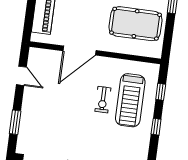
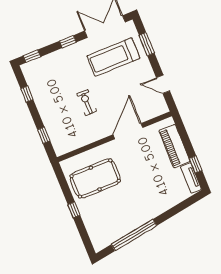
treadmill: (130, 100) -> (113, 57), moved, turned -90
window: (156, 127) -> (27, 94), moved

